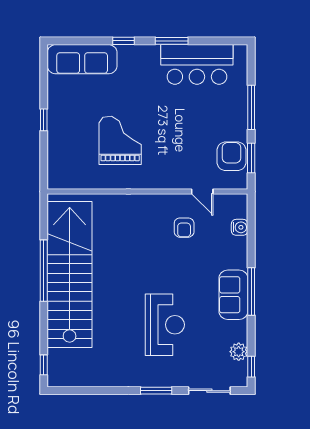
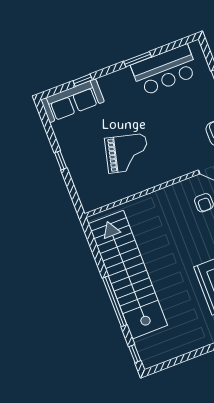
window: (124, 41) -> (83, 80), moved
grand piano: (120, 140) -> (127, 153), turned 104
window: (44, 271) -> (115, 301), moved

